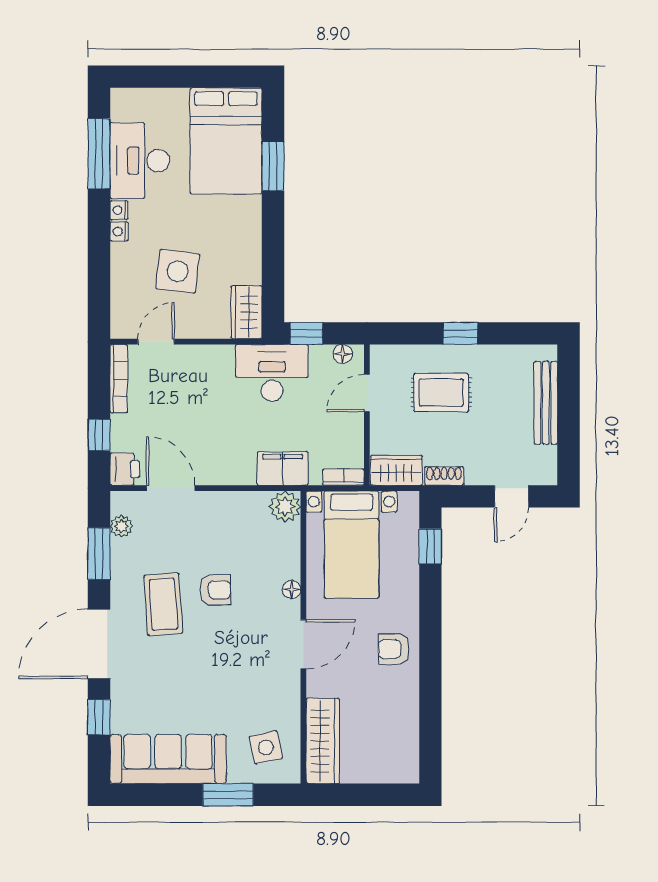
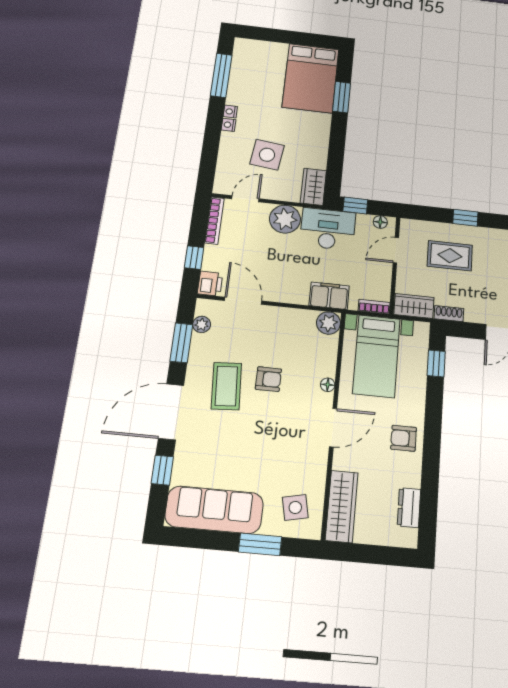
desk: (140, 161) -> (249, 83), removed
plant: (213, 365) -> (285, 219), added
dresser: (406, 735) -> (409, 508), added

